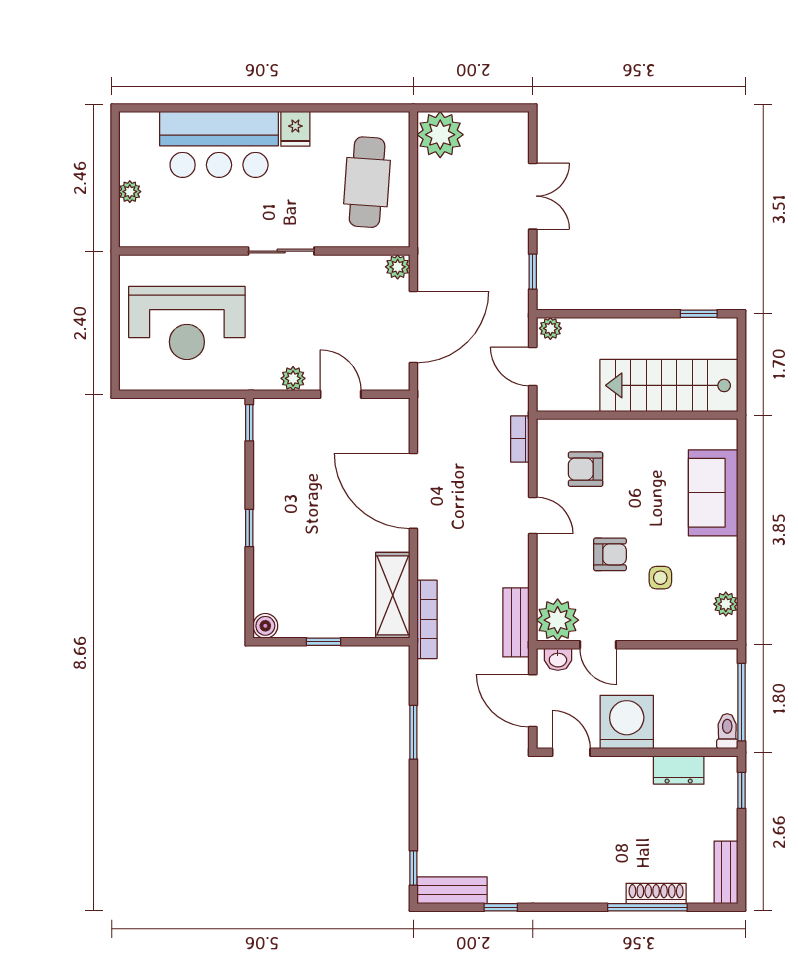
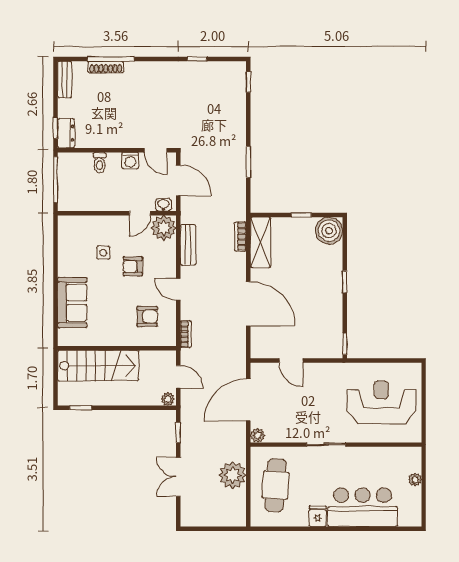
plant: (440, 135) -> (233, 475), moved
plant: (293, 378) -> (319, 370), removed
plant: (726, 604) -> (65, 237), removed
bookcase: (427, 619) -> (240, 236), width x0.64
bench: (516, 622) -> (188, 245), moved
boiler: (265, 626) -> (329, 231), width x1.86, depth x1.86
door: (598, 645) -> (140, 213), swing flipped
washing machine: (627, 722) -> (130, 161), width x0.53, depth x0.53
toilet: (727, 731) -> (100, 163), moved
dresser: (679, 770) -> (66, 133), moved, turned 90
bench: (452, 890) -> (226, 69), removed

